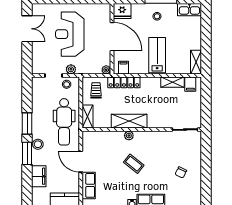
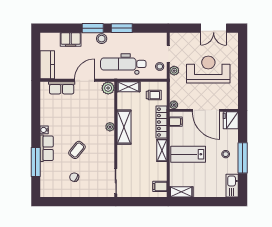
door: (112, 37) -> (206, 110), hinge flipped
lab bench: (157, 55) -> (188, 154), turned 180
shelving: (172, 82) -> (162, 150), moved
plant: (89, 138) -> (108, 88), added
coffee table: (134, 164) -> (77, 150), moved

